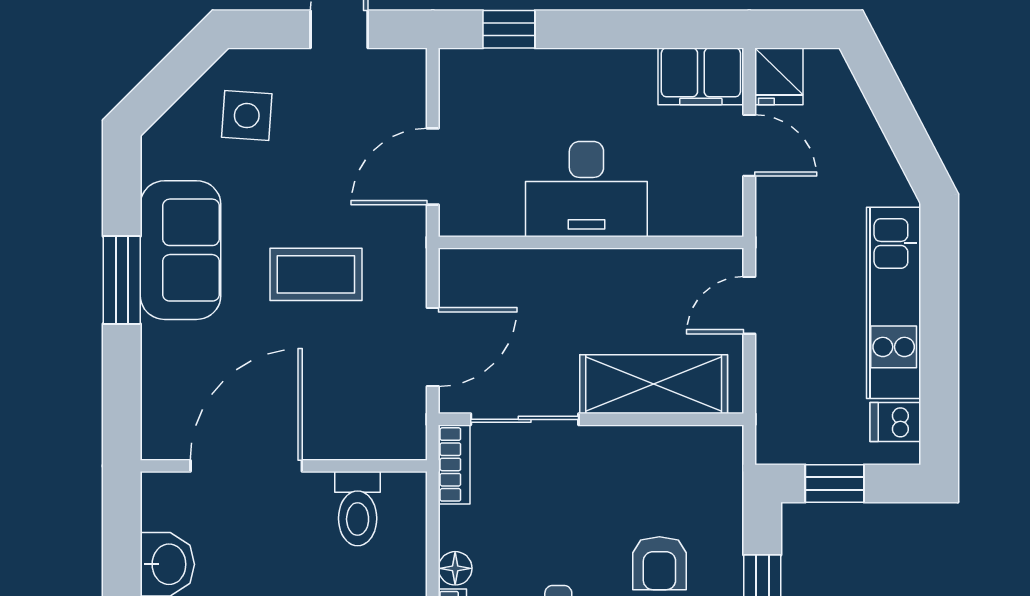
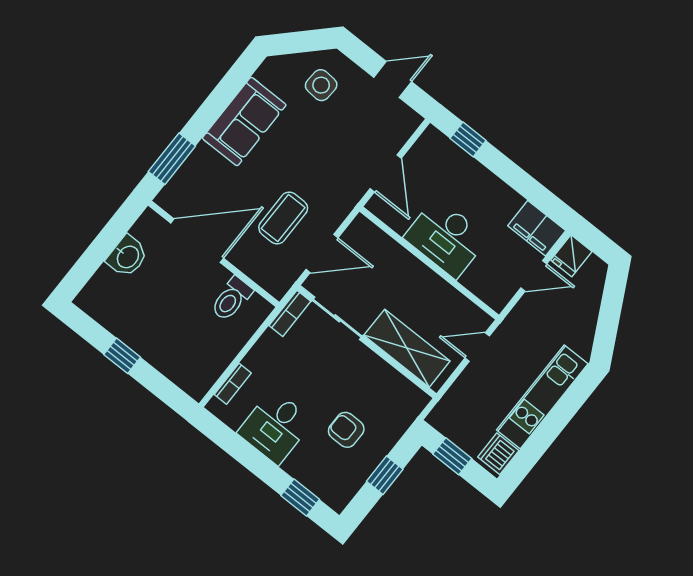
door: (749, 145) -> (534, 276), hinge flipped
door: (433, 167) -> (386, 174), swing flipped
coffee table: (316, 274) -> (283, 218), moved, turned 90
window: (122, 280) -> (172, 159), moved
dishwasher: (895, 422) -> (498, 454), width x1.38
armchair: (659, 563) -> (346, 430), turned 90
floor lamp: (455, 568) -> (254, 360), removed

